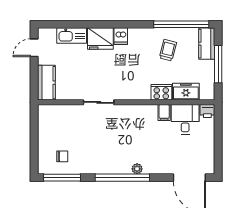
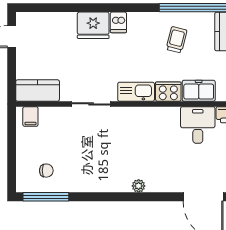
kitchen sink: (72, 36) -> (136, 92), moved, turned 180
kitchen counter: (46, 83) -> (38, 91), moved, turned -90
filing cabinet: (164, 113) -> (30, 117), moved
window: (122, 178) -> (120, 197), removed

